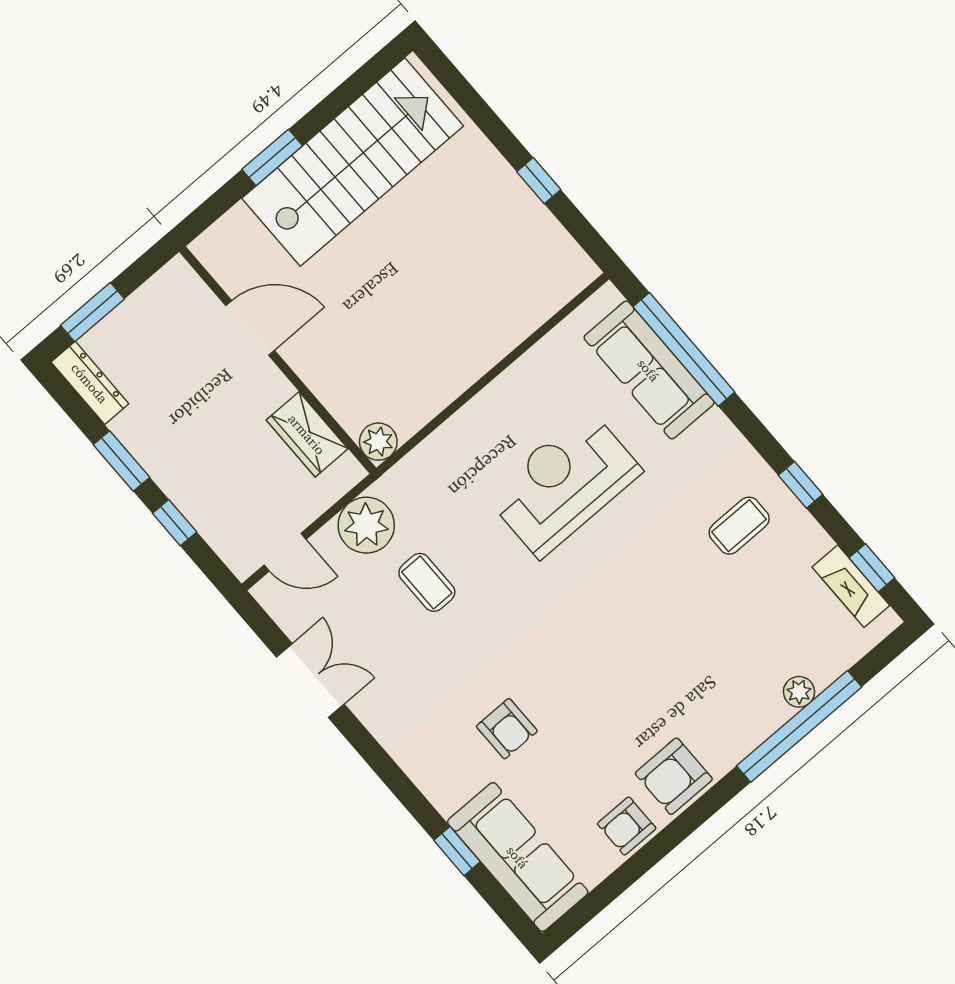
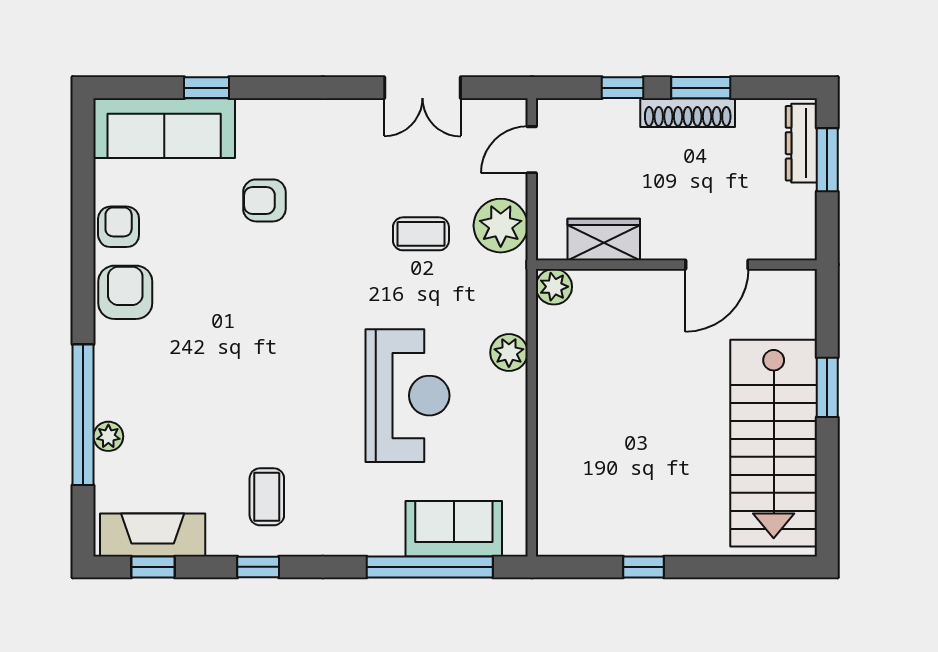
sofa: (649, 370) -> (454, 529), width x0.73
dresser: (90, 383) -> (801, 143), moved, turned 90
plant: (461, 432) -> (509, 353), added
shoe rack: (150, 454) -> (688, 113), added
fireplace: (851, 586) -> (153, 535), width x1.37, depth x1.32

